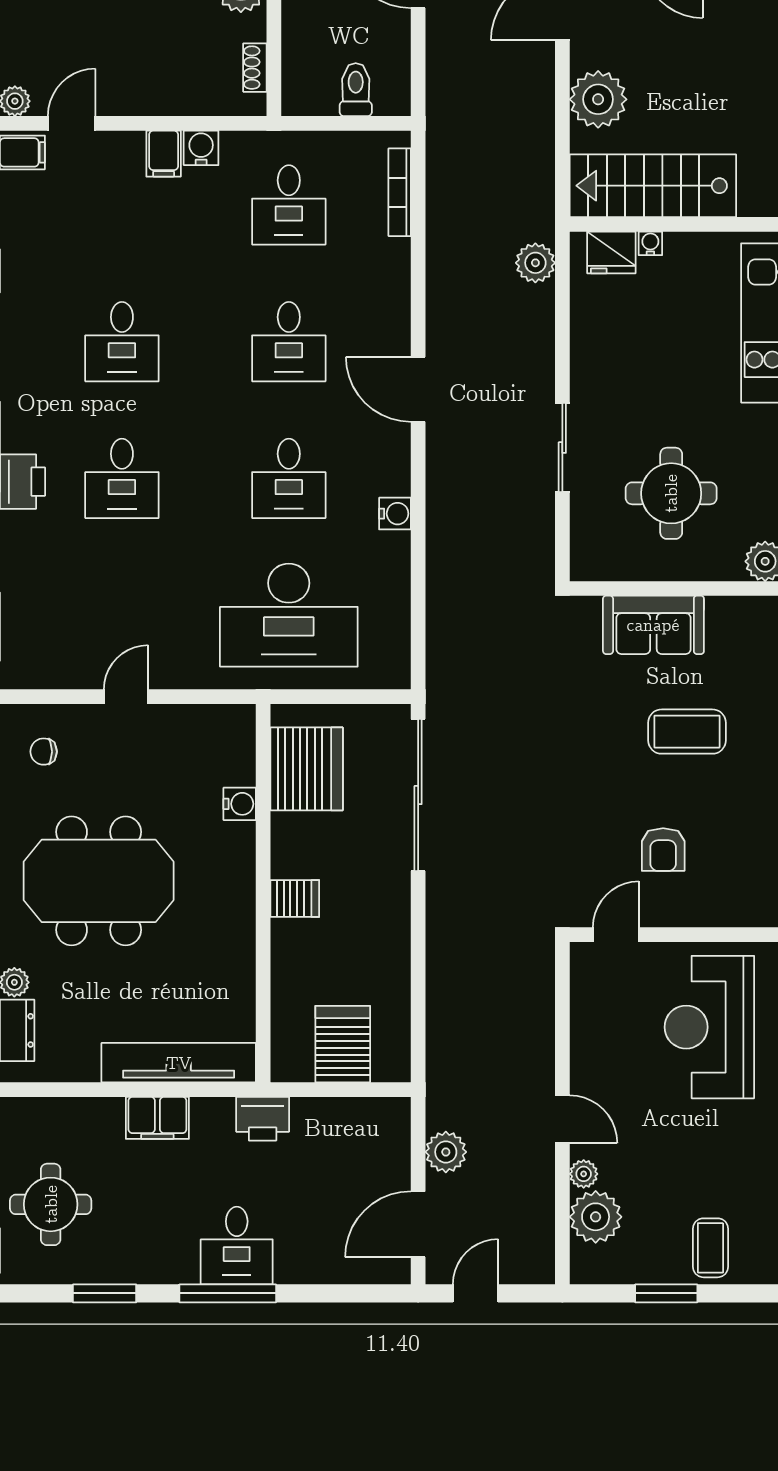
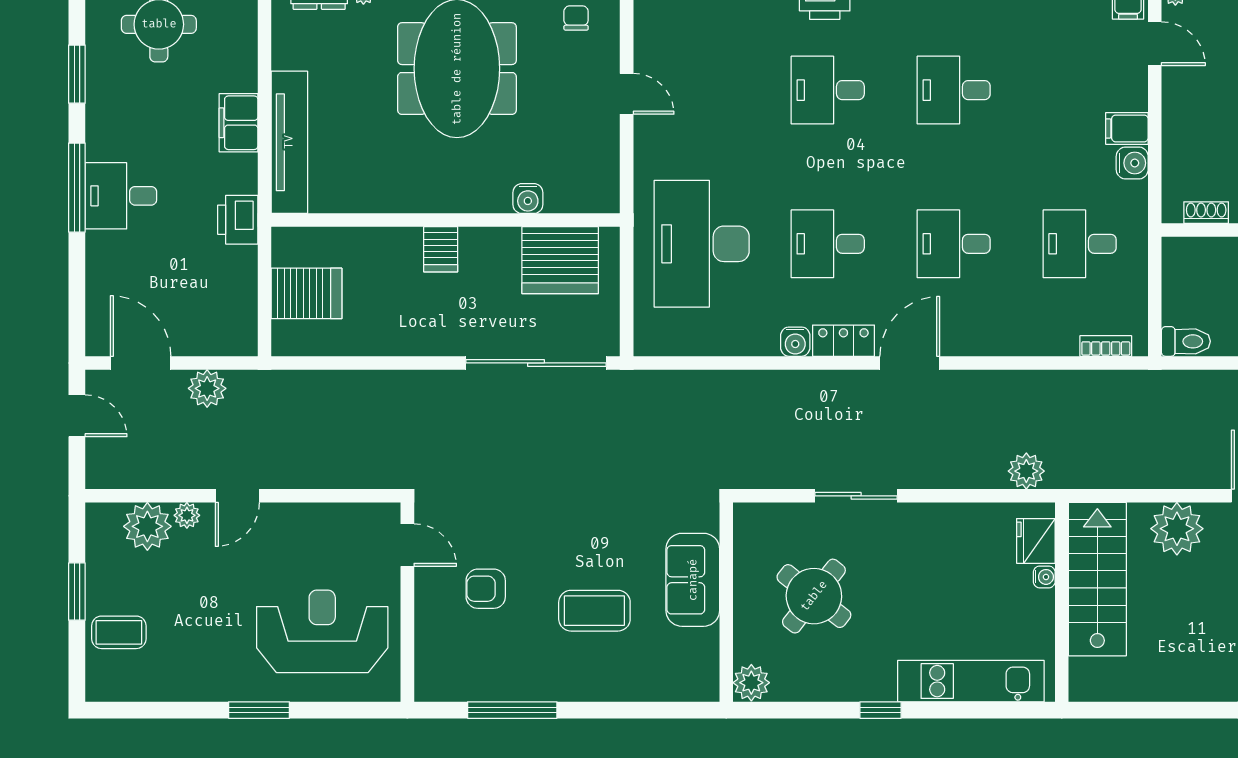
toilet: (356, 90) -> (1186, 341), moved
bookcase: (400, 192) -> (1106, 346), width x0.64
locker: (394, 461) -> (843, 341), added
round table: (671, 493) -> (814, 596), turned 38
coffee table: (687, 732) -> (594, 611), turned 90

